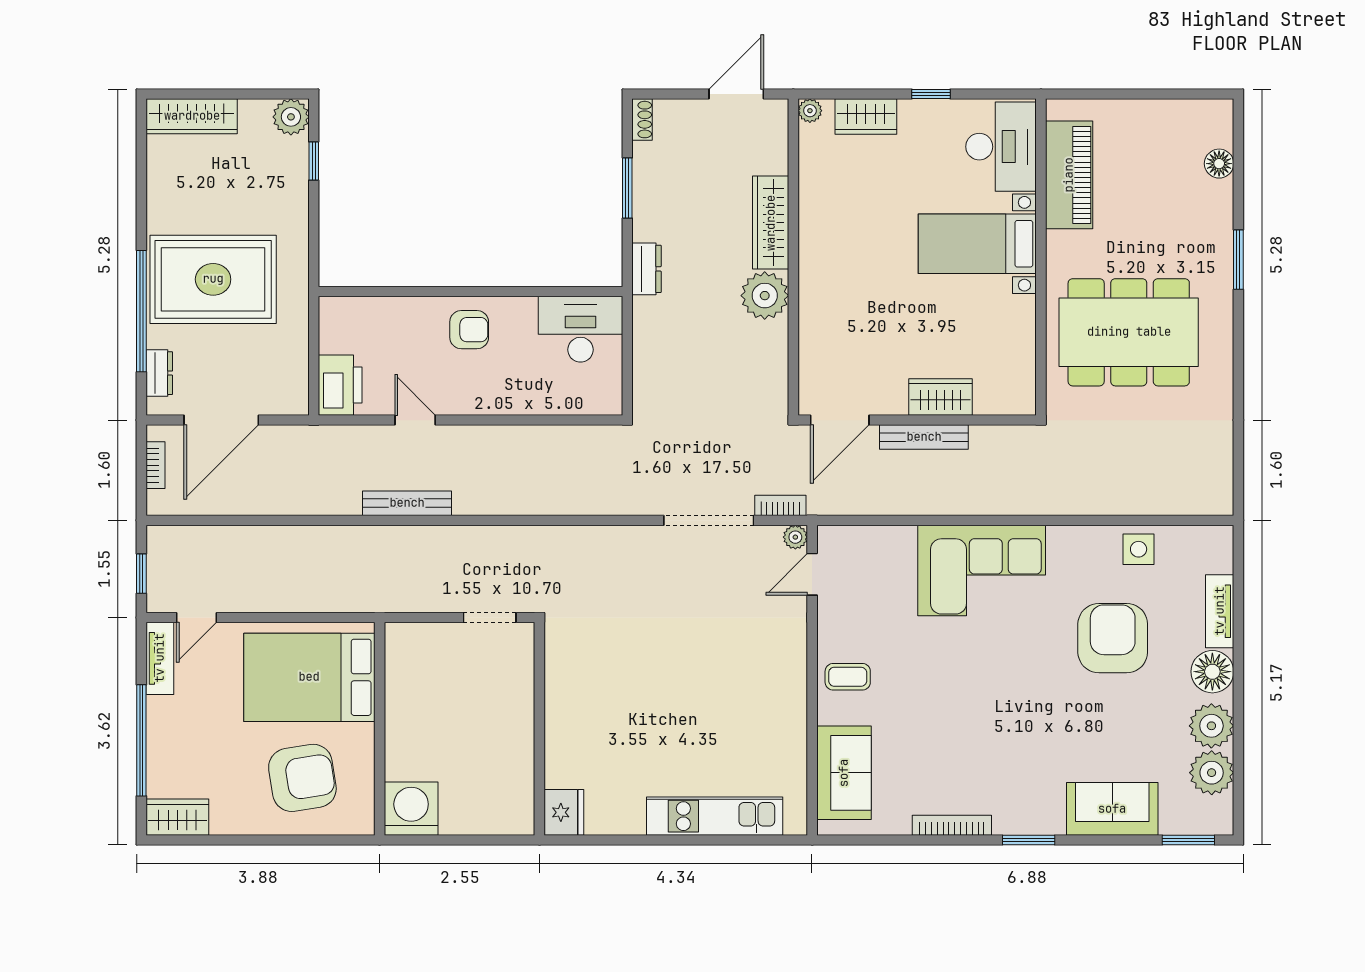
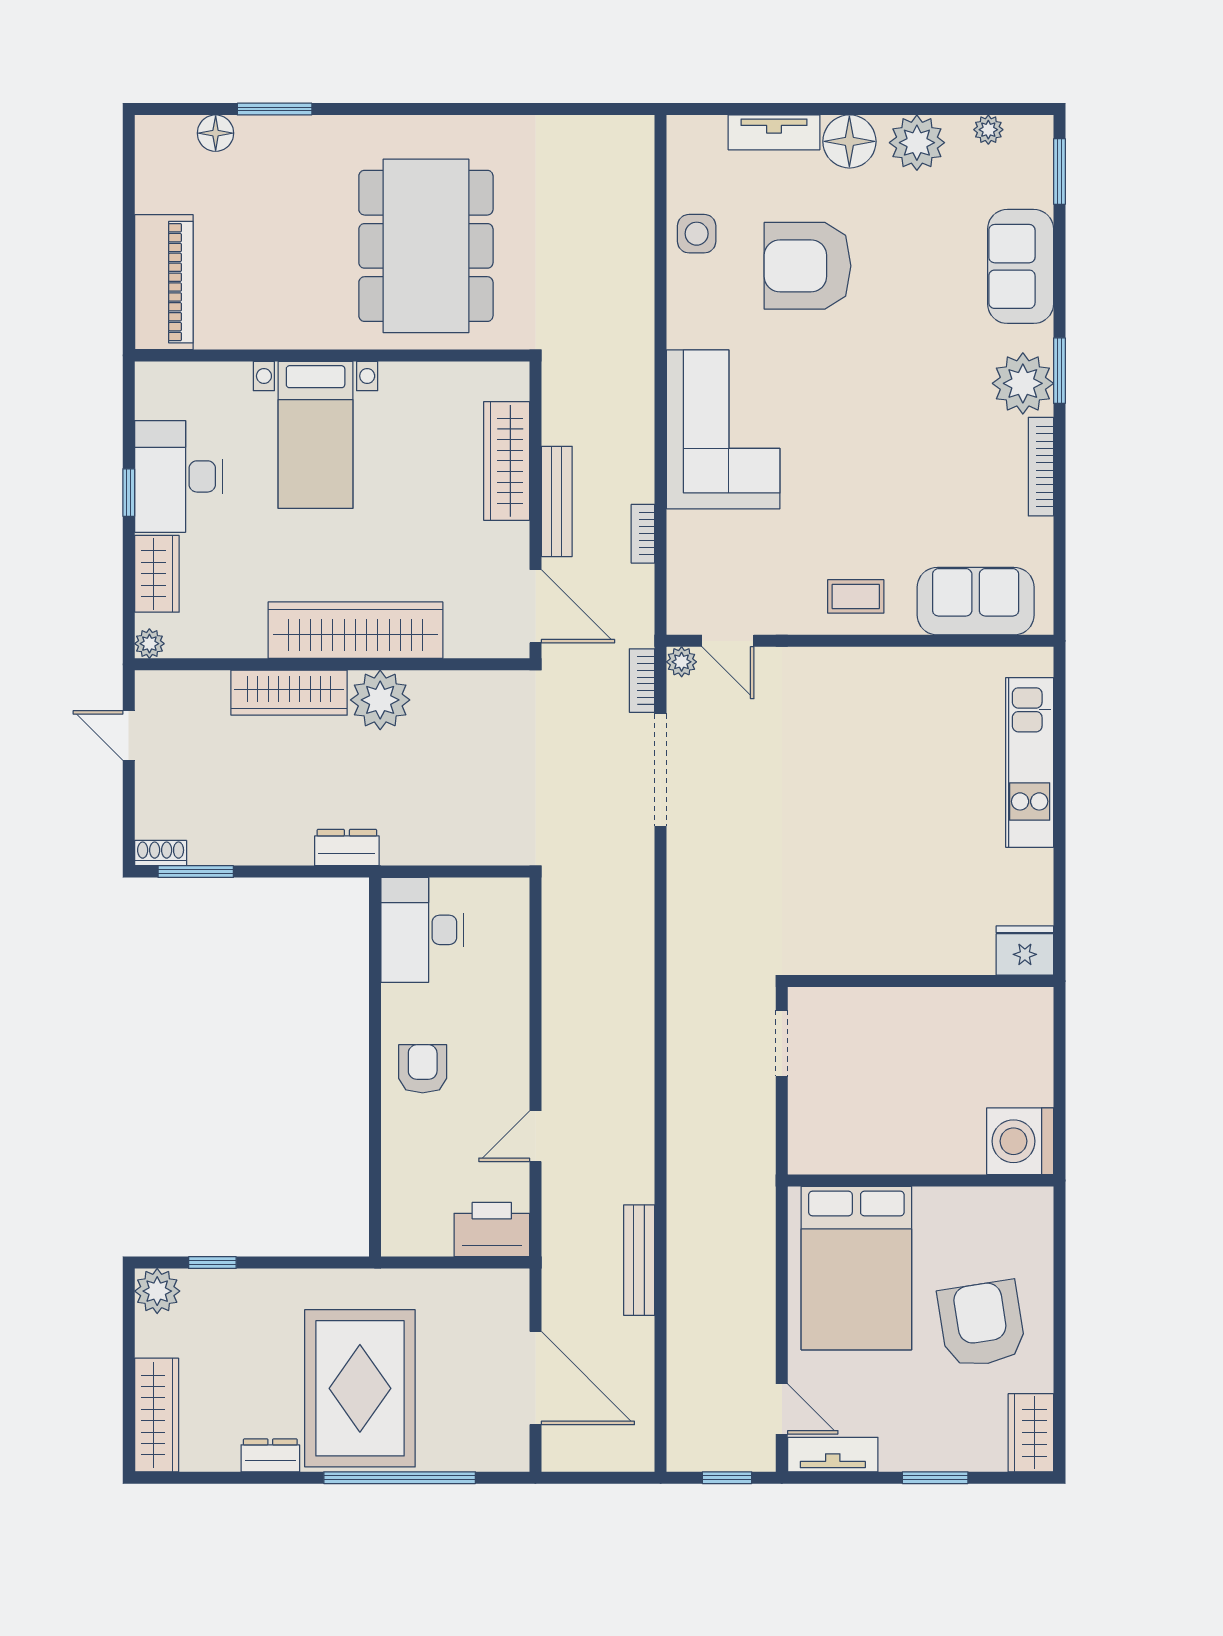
door: (736, 94) -> (129, 736), width x0.73
desk: (1001, 147) -> (179, 476), moved, turned -90
piano: (1069, 175) -> (164, 282), moved, turned 90
window: (627, 188) -> (196, 872), moved
window: (1238, 260) -> (275, 109), moved
wardrobe: (821, 276) -> (355, 630), added
dresser: (159, 373) -> (270, 1455), moved
wardrobe: (940, 397) -> (507, 461), width x1.50
bookcase: (155, 465) -> (643, 534), moved, turned -90
bench: (407, 503) -> (639, 1260), moved
coffee table: (848, 677) -> (856, 596), turned 90
window: (141, 740) -> (935, 1478), width x0.47
plant: (1212, 773) -> (988, 130), width x0.53, depth x0.53
armchair: (302, 778) -> (982, 1324), moved
plant: (1018, 811) -> (1023, 383), added

